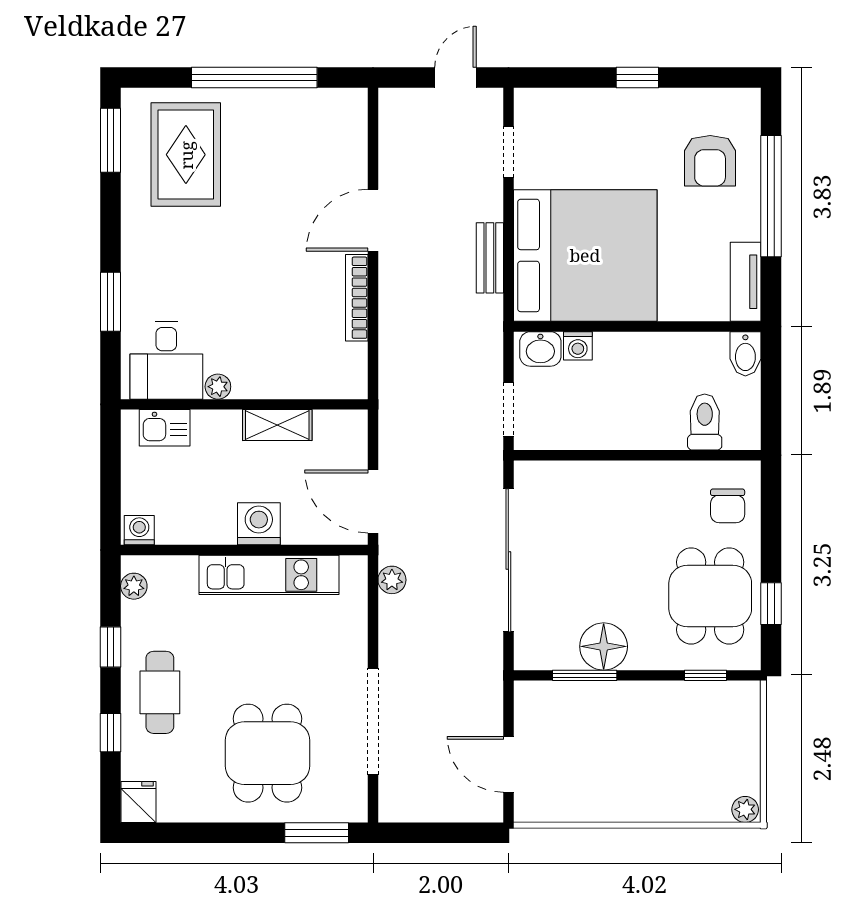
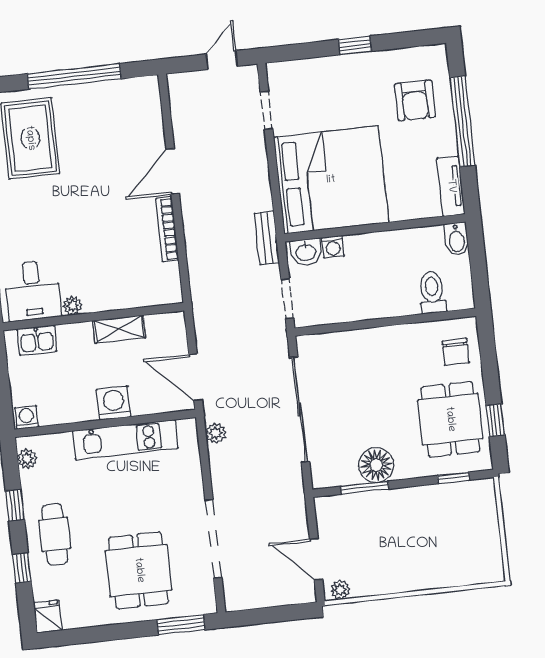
bench: (490, 258) -> (267, 238), moved
plant: (745, 809) -> (340, 590), moved

